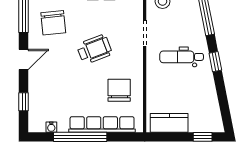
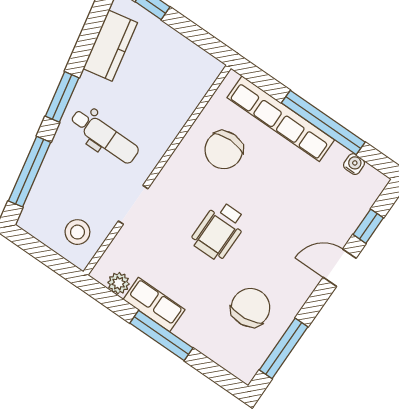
wheelchair: (94, 49) -> (219, 231), turned -69
door: (24, 59) -> (340, 268), moved
window: (215, 62) -> (62, 97), width x1.50
kitchen counter: (169, 123) -> (110, 46), moved, turned -101

